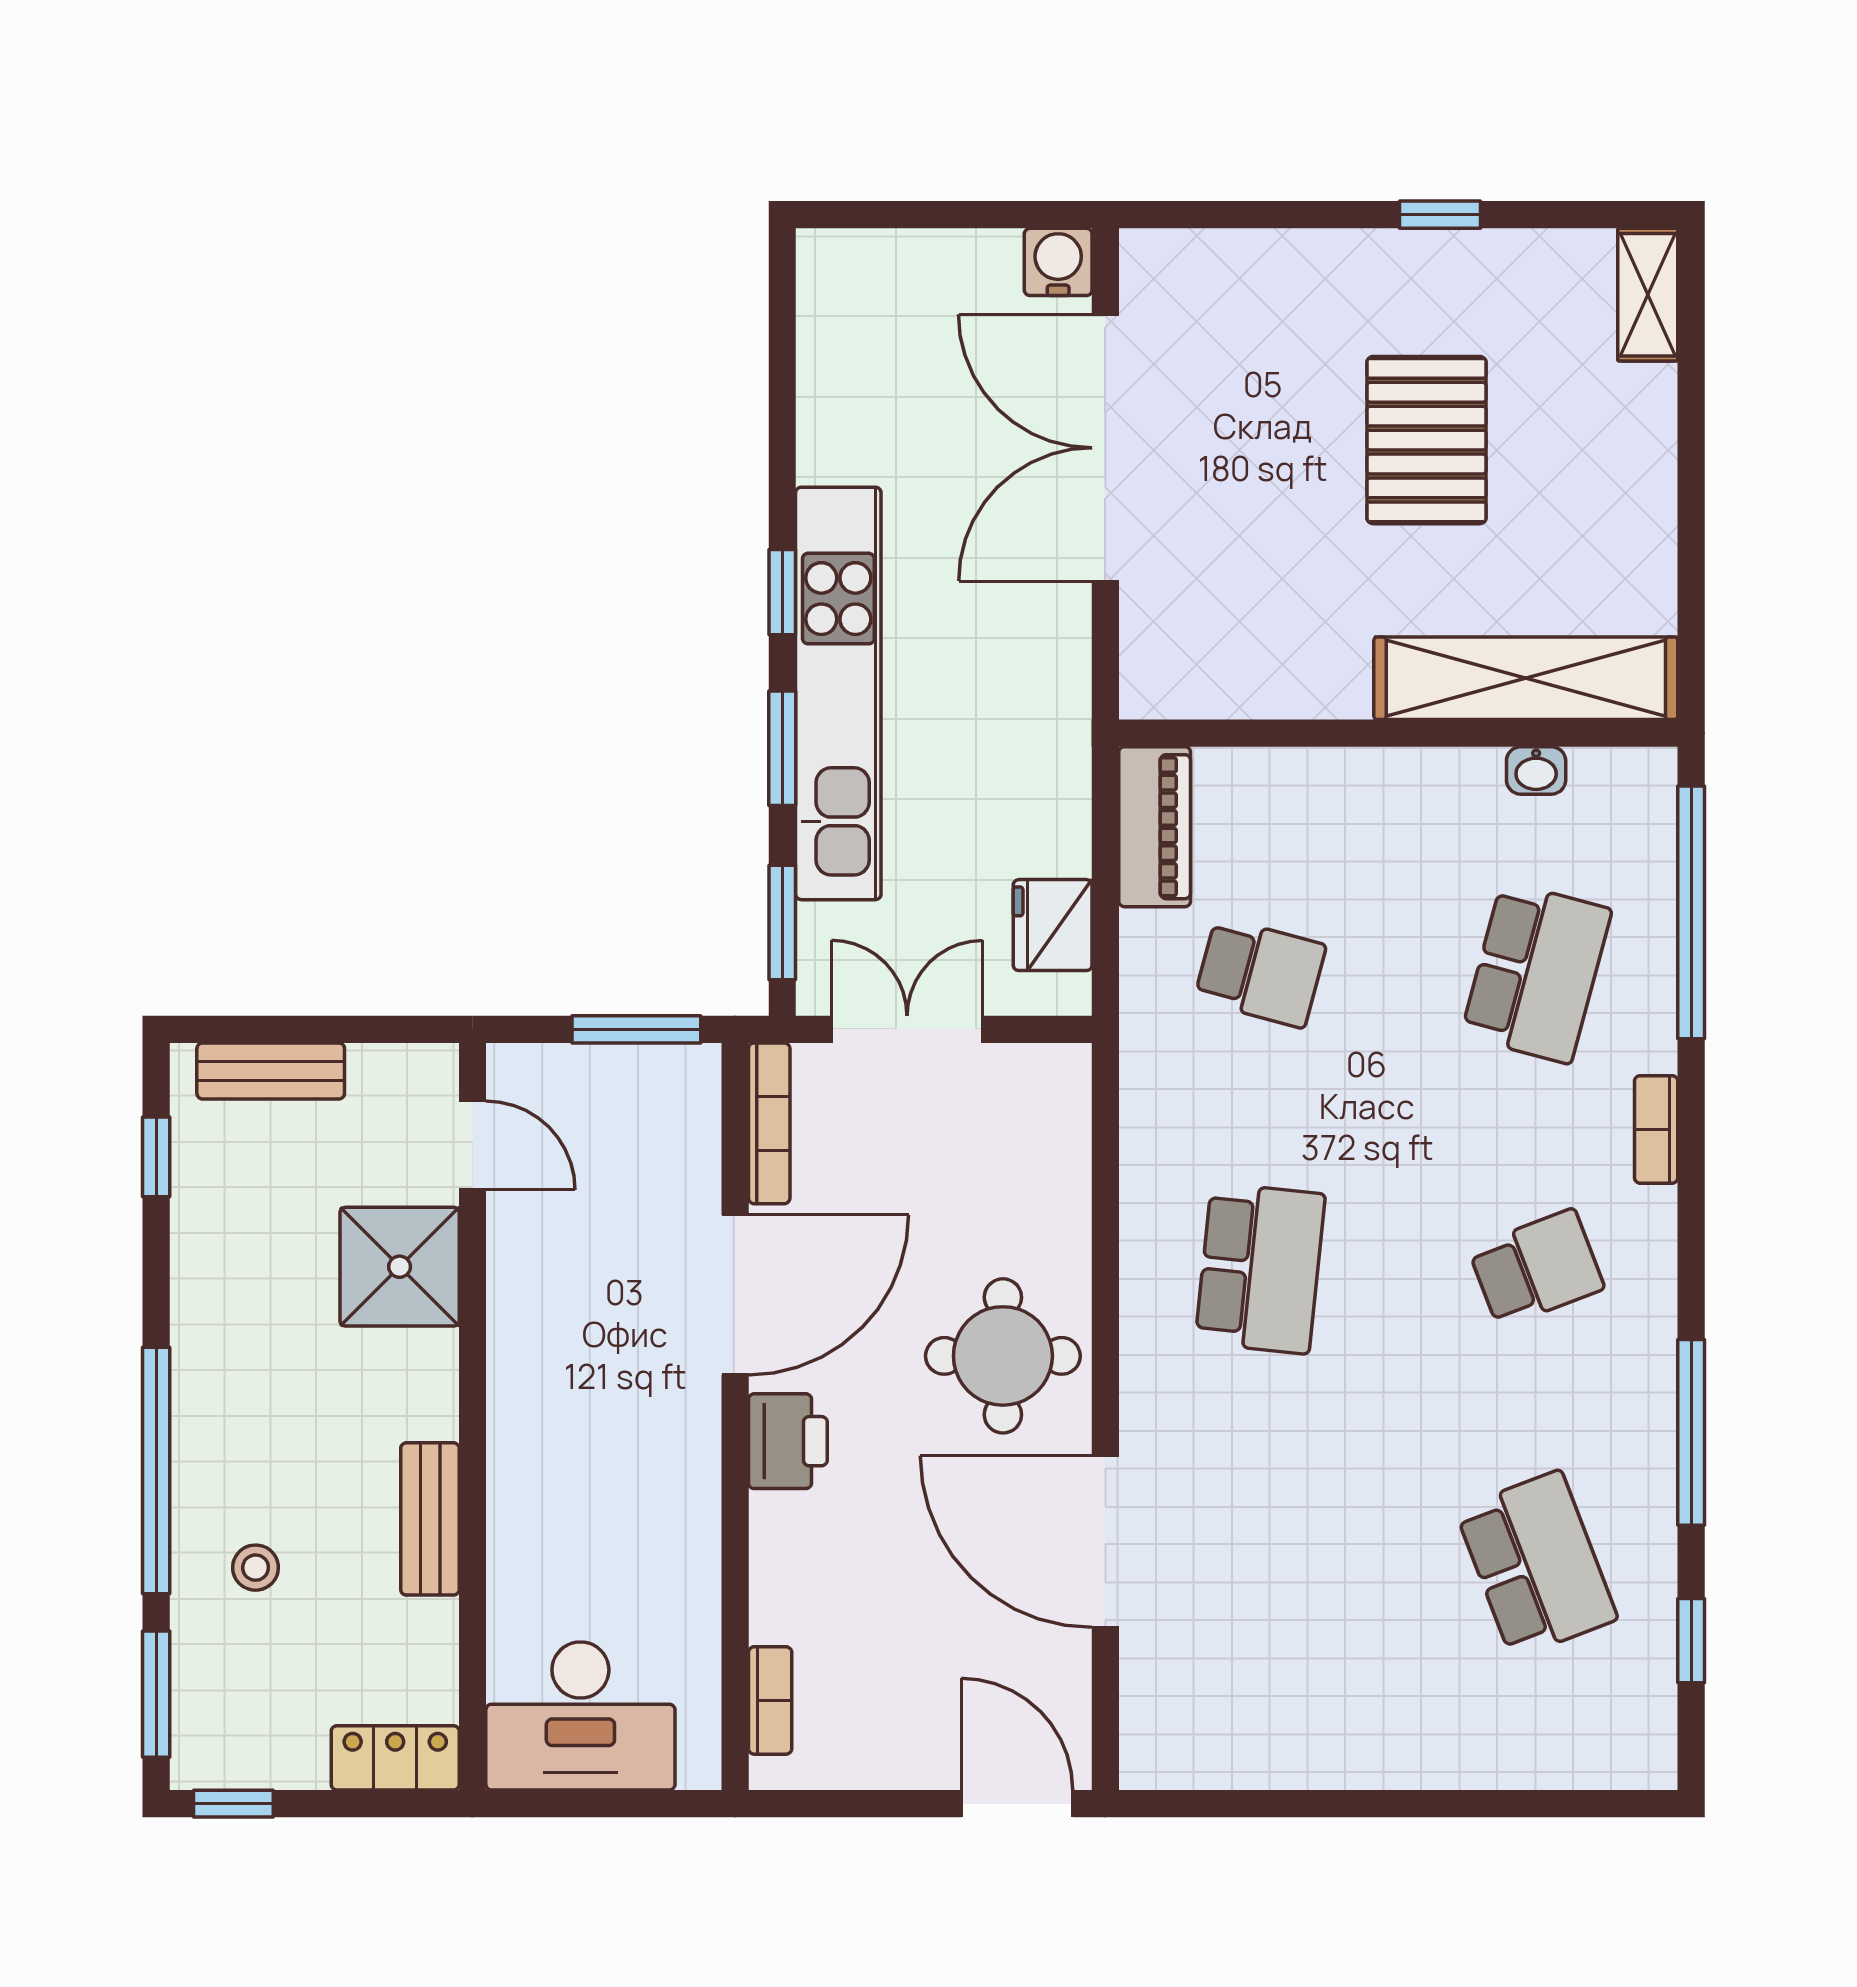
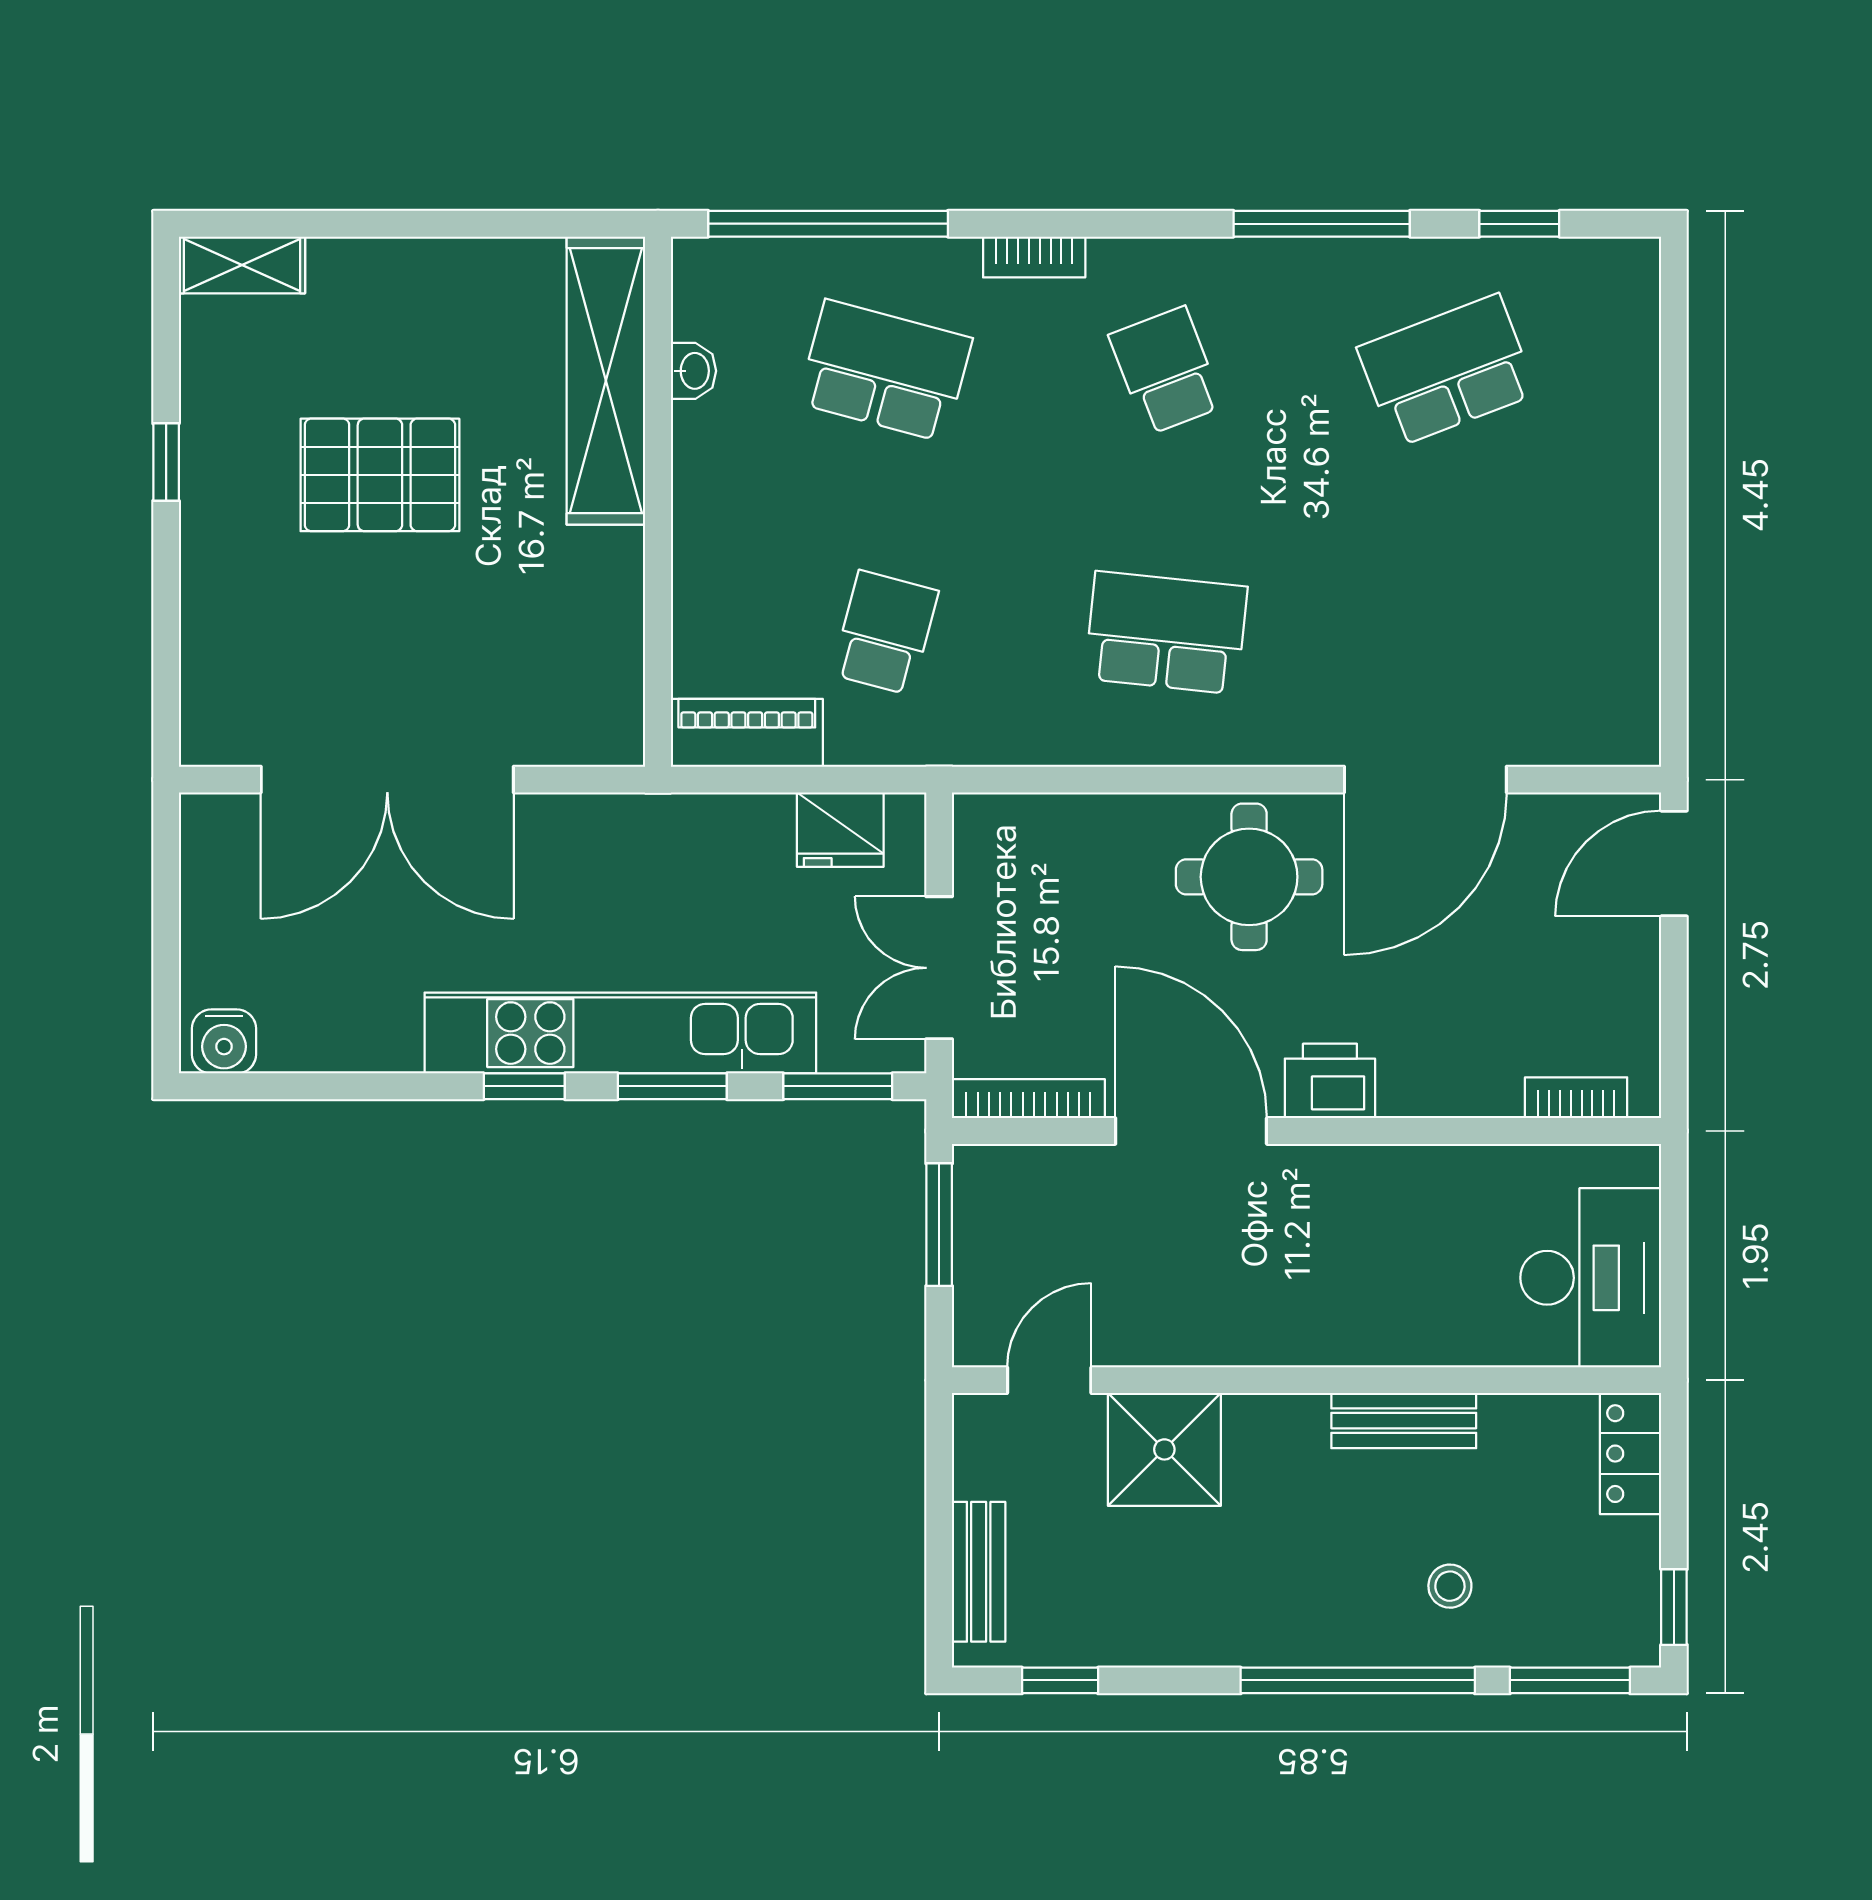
water cooler: (1058, 262) -> (224, 1041), moved, turned -90

